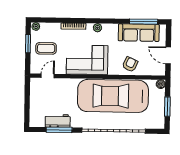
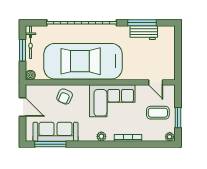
door: (48, 76) -> (156, 82), hinge flipped
car: (113, 96) -> (83, 61), turned 180
bicycle: (160, 114) -> (31, 42), added

